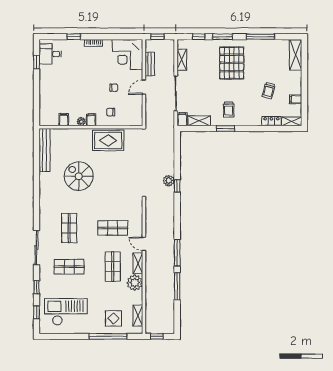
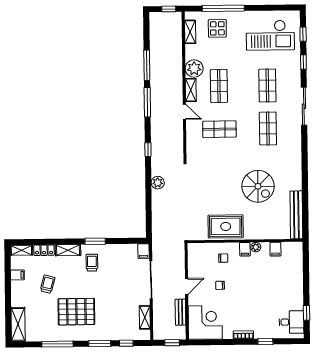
pallet: (232, 63) -> (76, 312), moved, turned 90
shelving: (199, 121) -> (68, 250), moved
window: (177, 186) -> (148, 150), moved
shop shelf: (69, 267) -> (267, 85), turned 90

